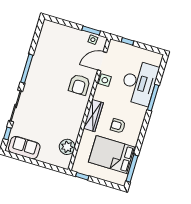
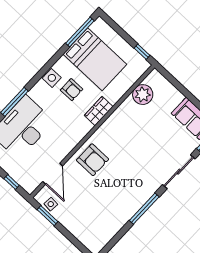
door: (102, 61) -> (53, 174), hinge flipped
side table: (105, 80) -> (52, 78), moved
armchair: (79, 85) -> (93, 160), turned 90
wardrobe: (93, 116) -> (99, 111), width x0.67

